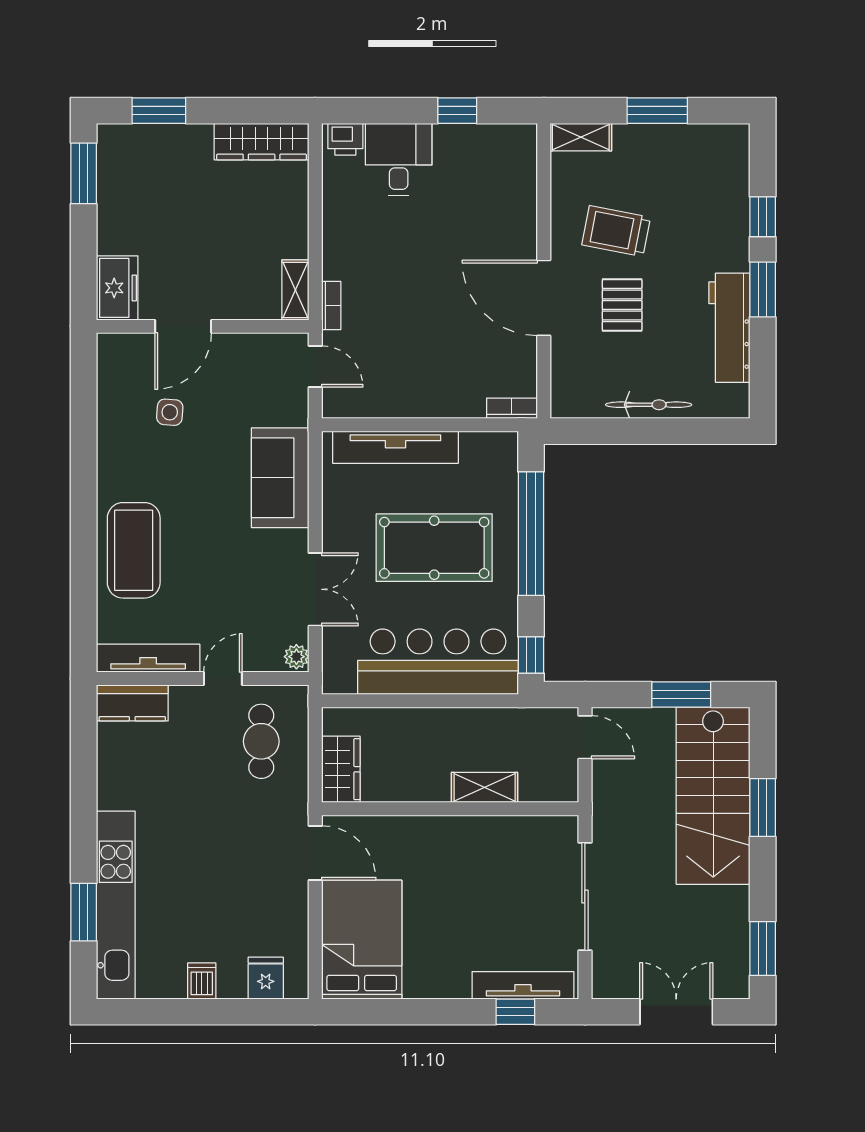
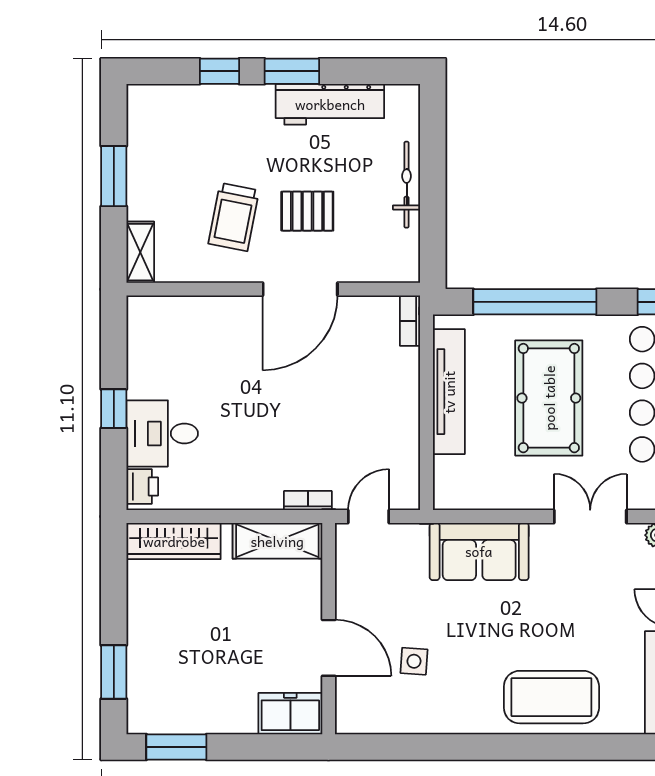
window: (457, 111) -> (114, 409), moved
wardrobe: (262, 142) -> (174, 541), moved, turned 90
shelving: (295, 290) -> (277, 541), width x1.50, depth x1.33
tv unit: (395, 447) -> (449, 392), moved

